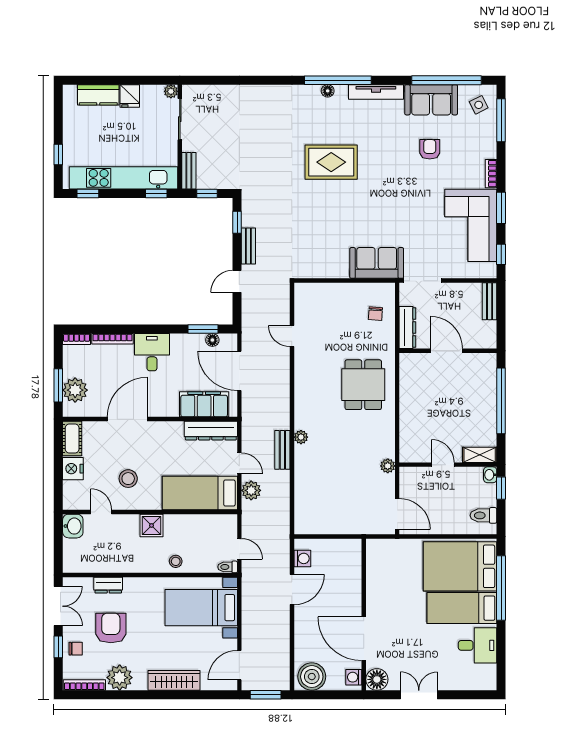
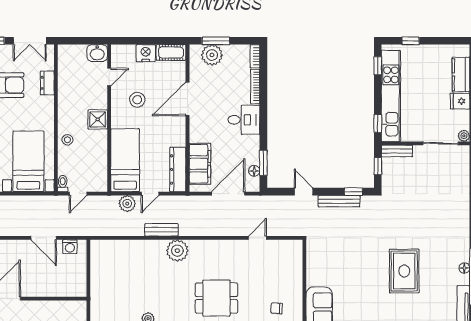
bench: (248, 246) -> (339, 201), width x1.36
door: (127, 419) -> (187, 99), swing flipped
plant: (301, 437) -> (177, 251), width x1.88, depth x1.88

